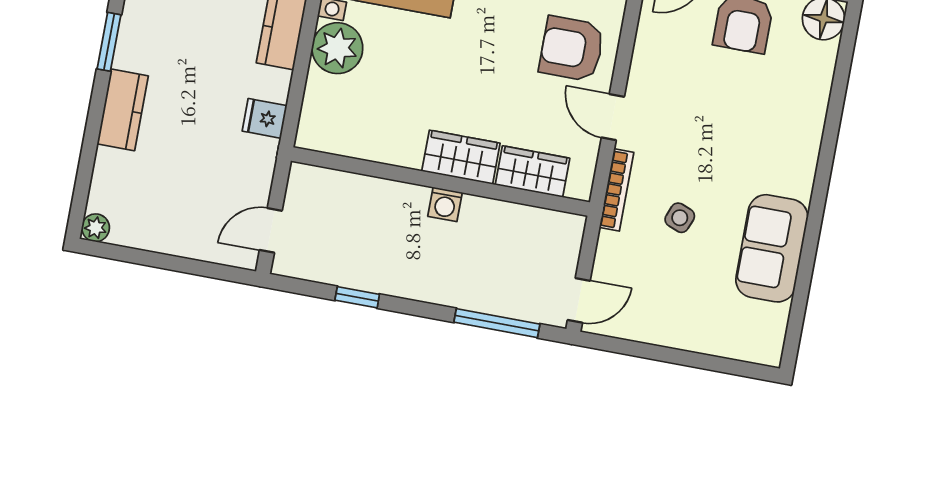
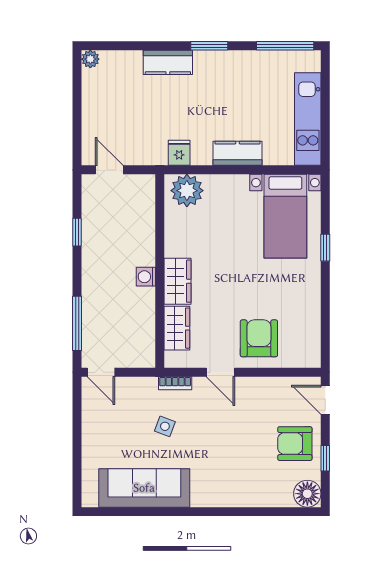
plant: (337, 48) -> (187, 191), moved
door: (613, 117) -> (221, 372), swing flipped
bookcase: (617, 190) -> (175, 383), width x0.64
sofa: (772, 248) -> (144, 488), width x1.36

